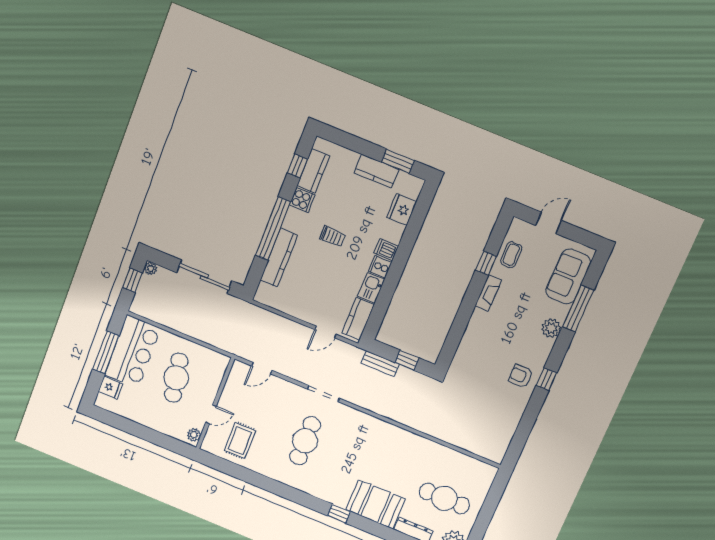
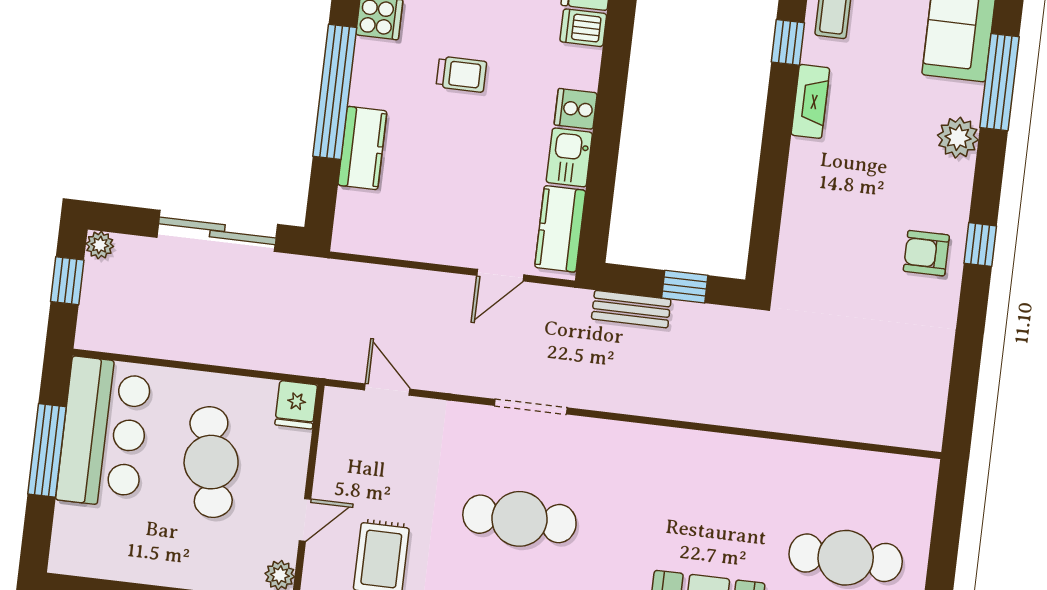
dishwasher: (386, 250) -> (583, 28), moved
kitchen counter: (279, 258) -> (362, 148), width x0.67
door: (262, 368) -> (387, 390), swing flipped
fridge: (110, 388) -> (296, 405), moved, turned 90
cafe table: (305, 441) -> (519, 519), turned 90

